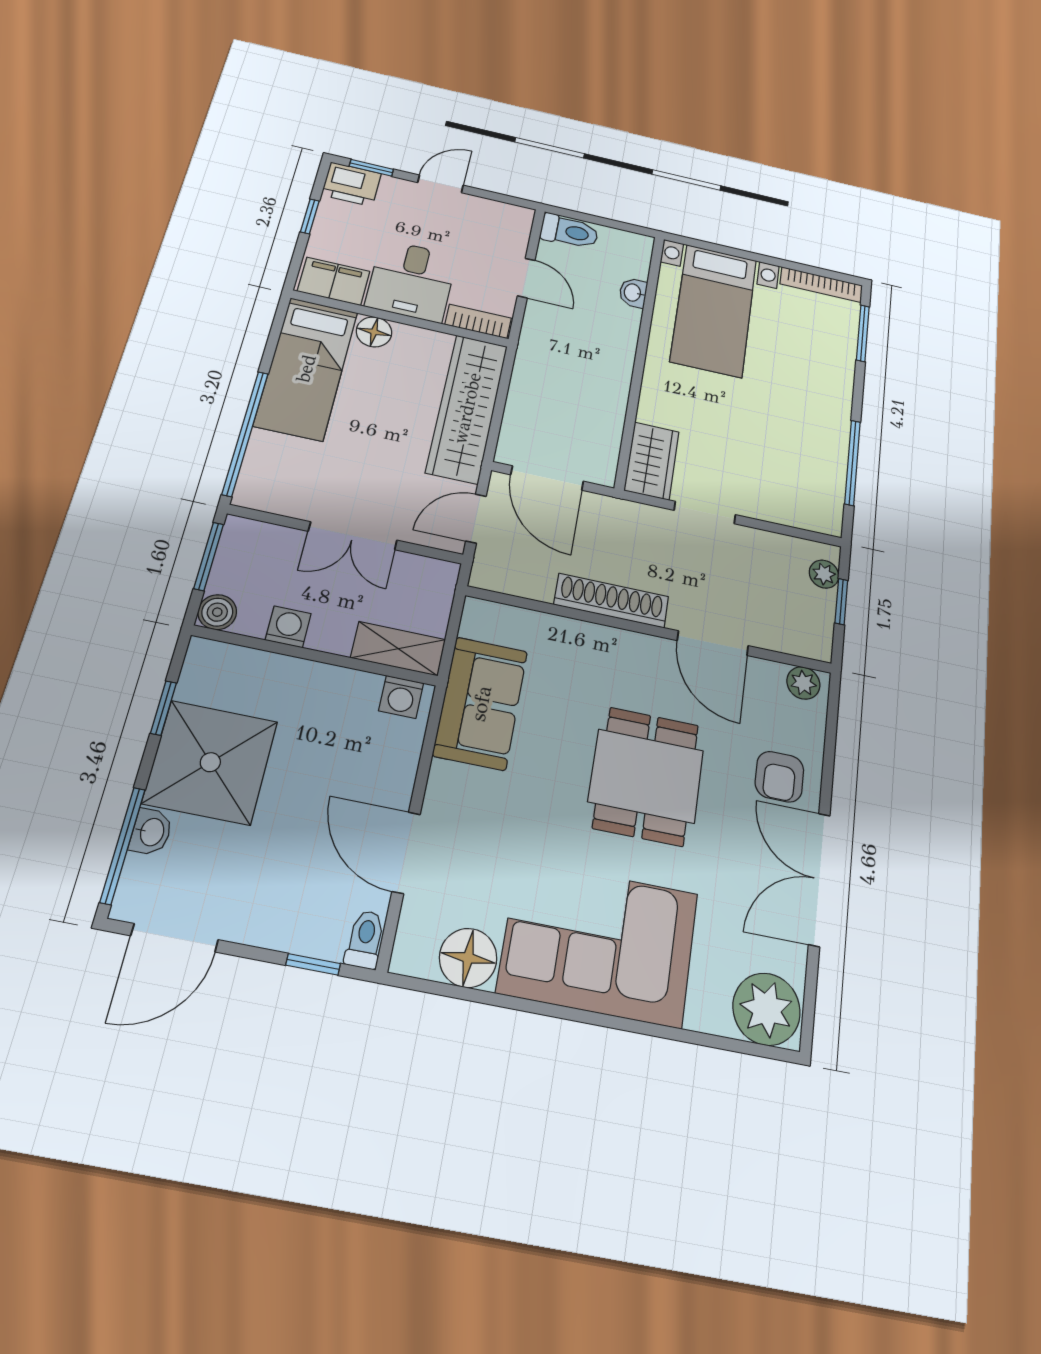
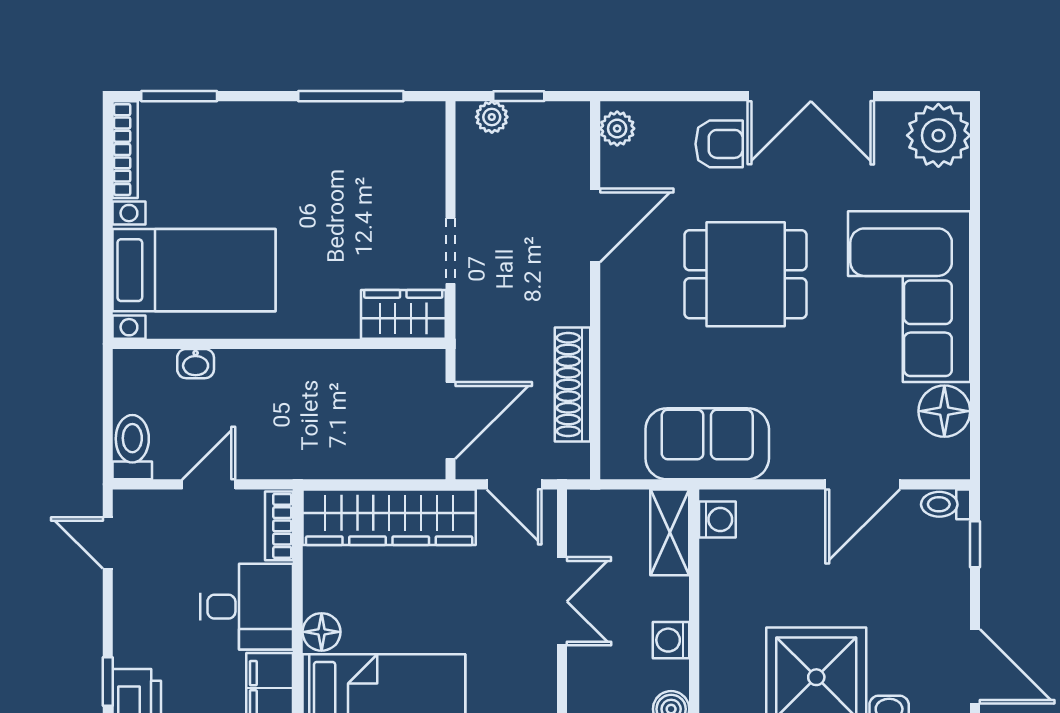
door: (440, 184) -> (108, 543), moved
shoe rack: (611, 601) -> (572, 384), moved

